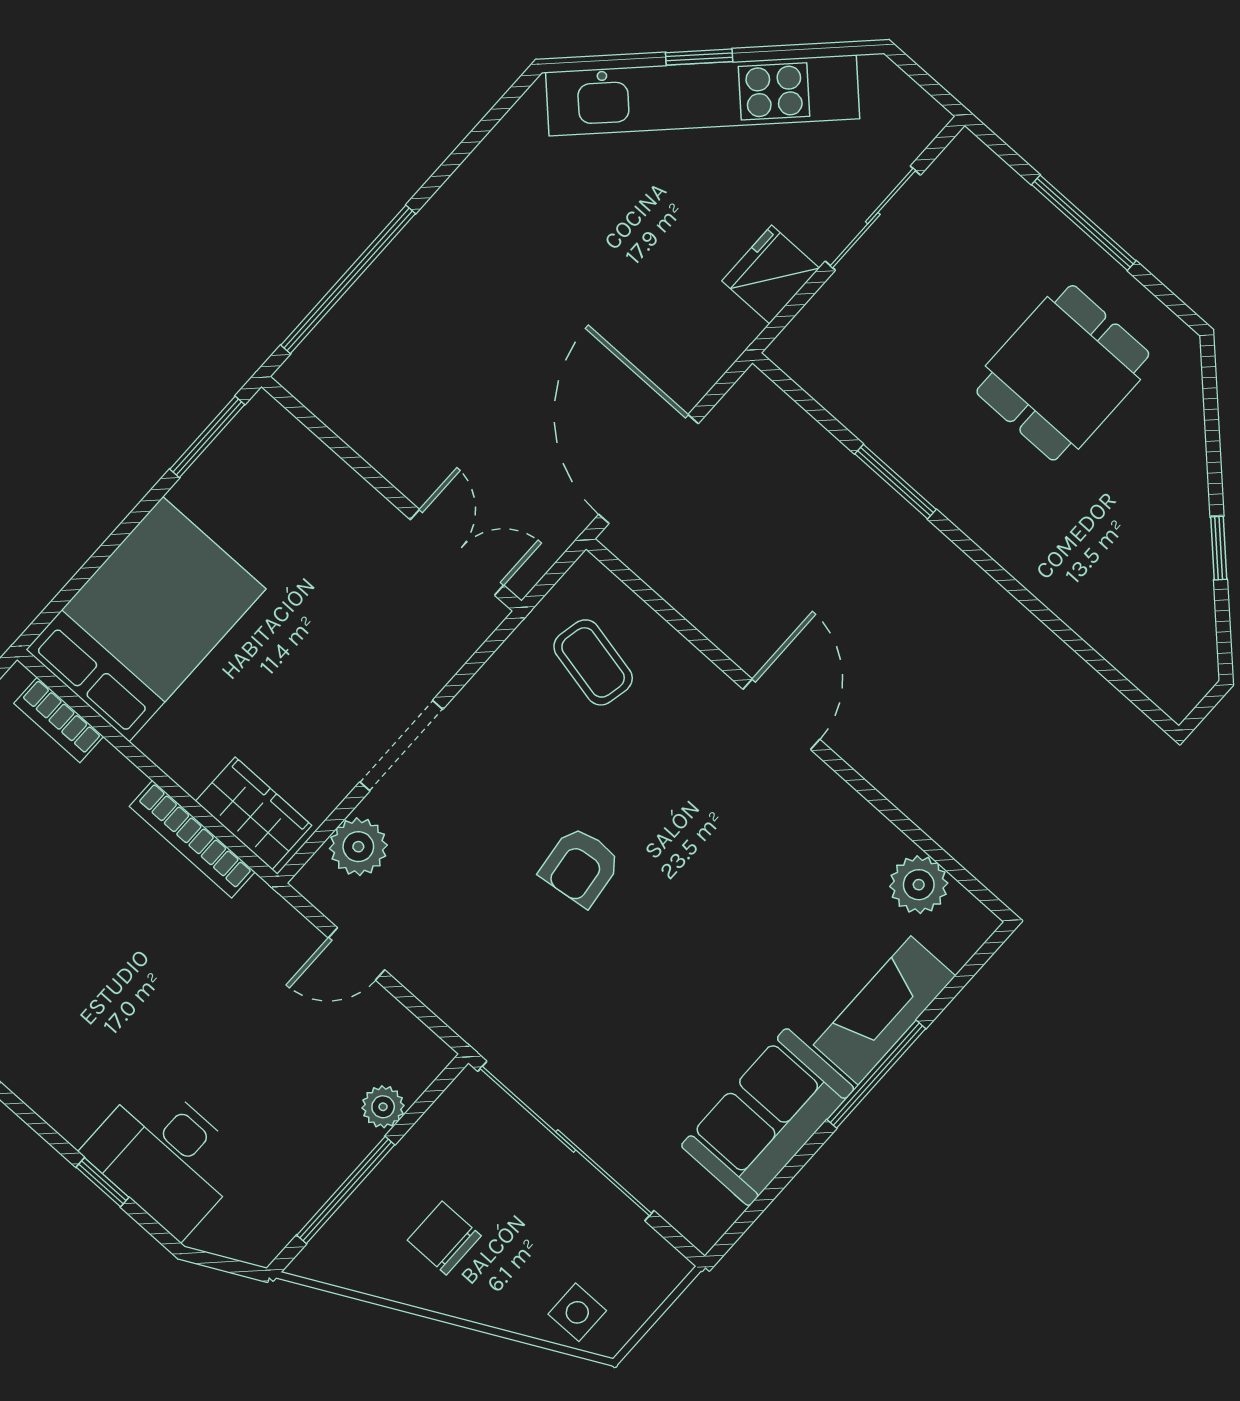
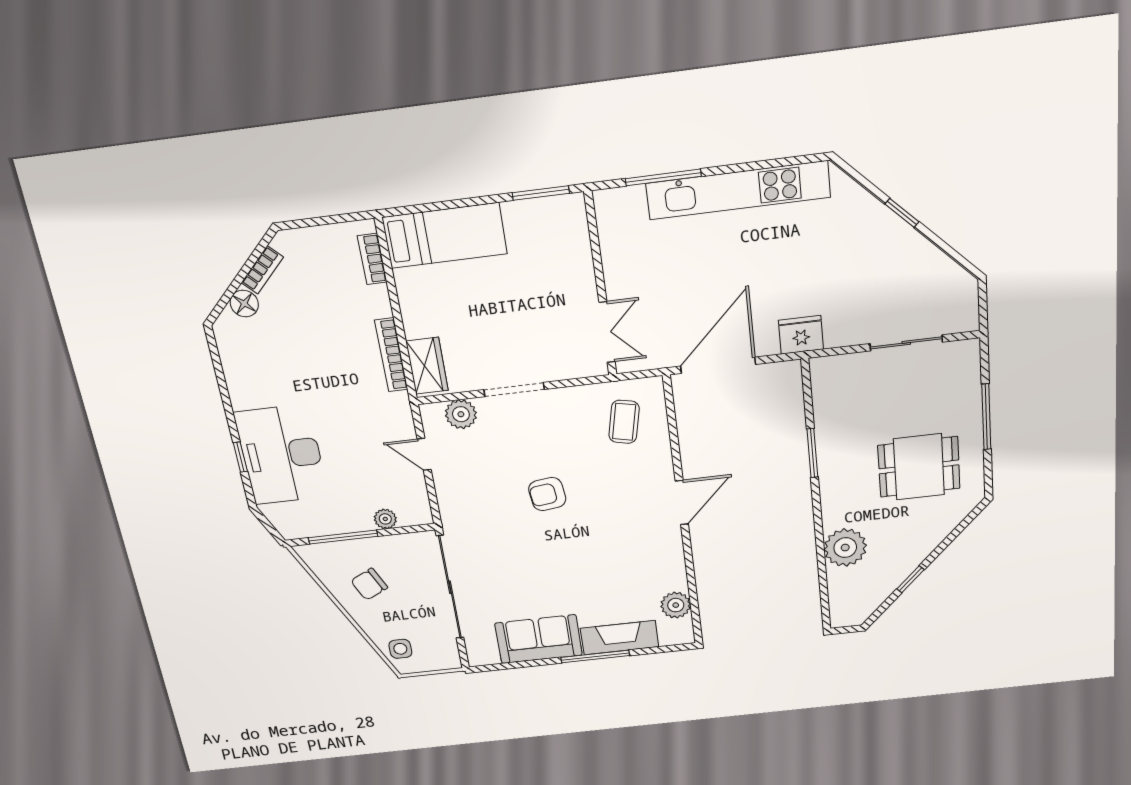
kitchen unit: (703, 95) -> (738, 190), moved, turned -45
fridge: (771, 274) -> (801, 335), moved
window: (348, 279) -> (663, 177), width x0.68
plant: (1077, 581) -> (845, 548), added
bed: (146, 619) -> (445, 236), width x0.67
desk: (165, 1157) -> (281, 455), width x1.36, depth x1.30
chair: (444, 1238) -> (369, 584), turned -116

